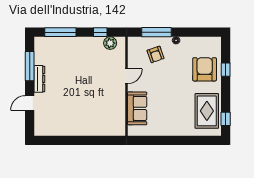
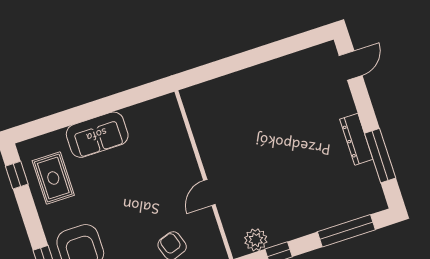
door: (30, 103) -> (351, 65), moved
sofa: (137, 108) -> (97, 135), moved, turned -90
rug: (207, 111) -> (53, 178), width x0.73, depth x0.70

